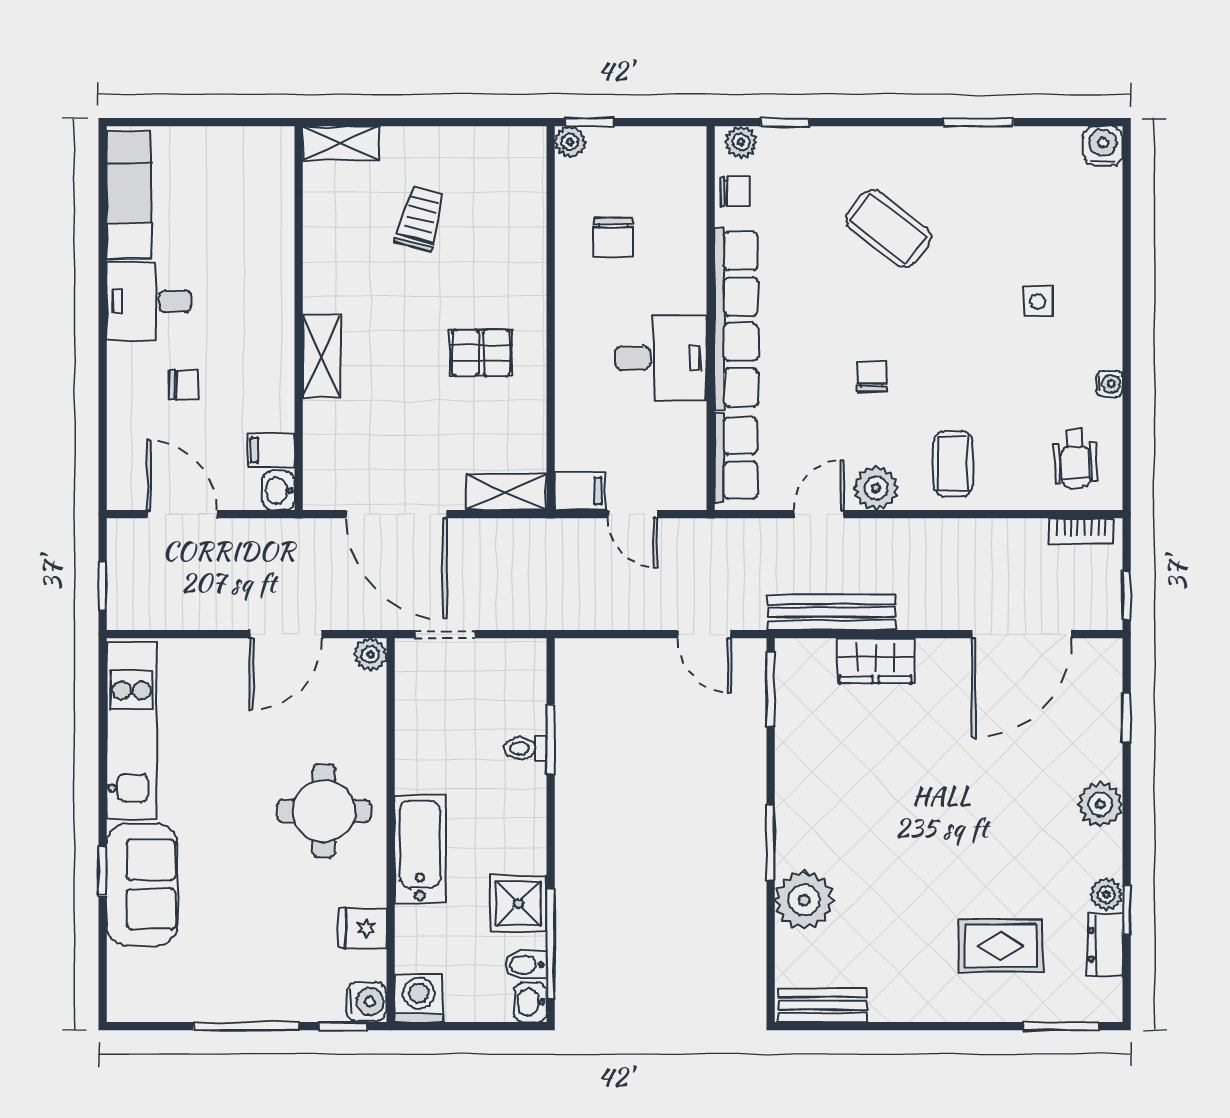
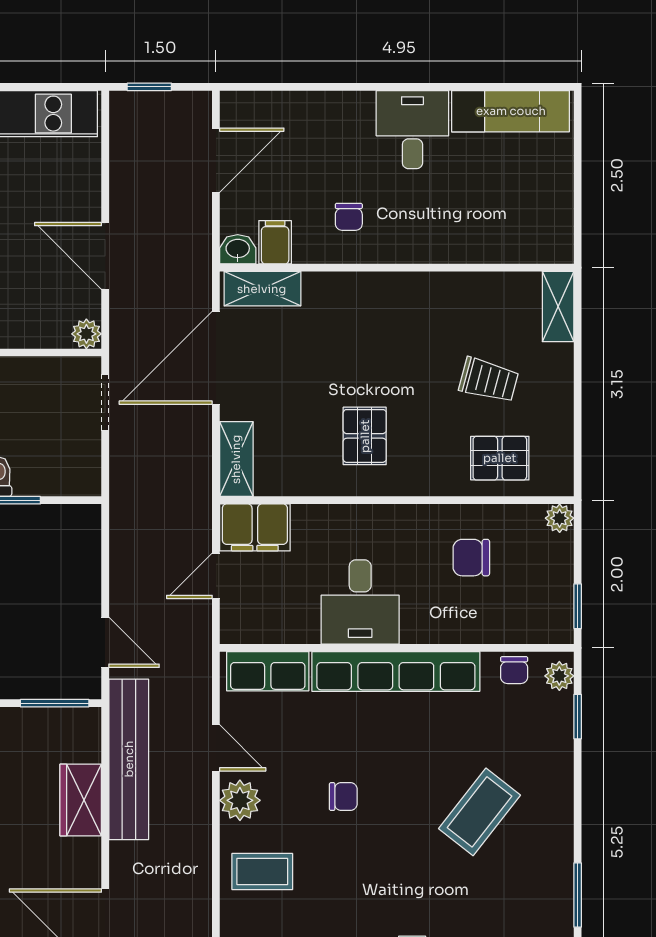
window: (590, 122) -> (578, 606), moved
pallet: (505, 206) -> (500, 458), added
shelving: (321, 356) -> (262, 289), moved
chair: (184, 385) -> (349, 217), moved
filing cabinet: (580, 491) -> (255, 527), width x2.00
bench: (831, 612) -> (129, 759), width x1.37, depth x1.21
door: (704, 634) -> (105, 642), swing flipped

